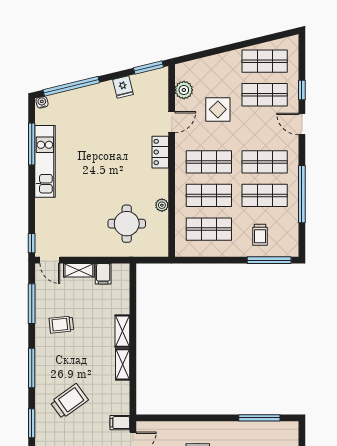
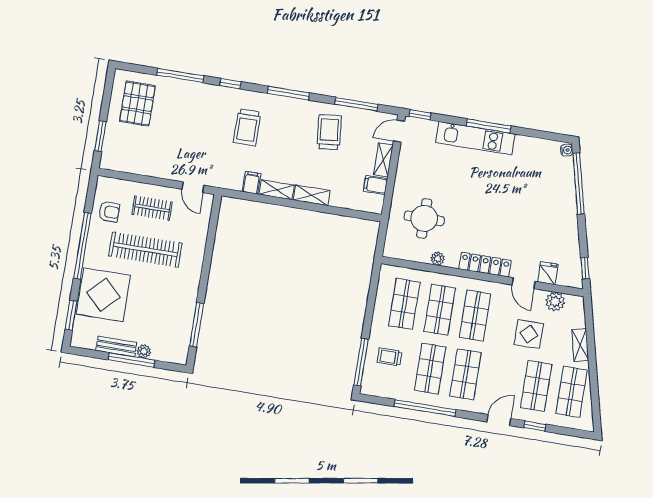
shelving: (220, 60) -> (580, 345), added
window: (148, 67) -> (585, 268), width x0.67
fridge: (123, 87) -> (548, 273), moved, turned 104
window: (32, 144) -> (489, 126), moved
locker: (160, 152) -> (485, 265), width x1.53
kitchen unit: (45, 161) -> (475, 138), moved
trolley: (61, 325) -> (329, 132), width x1.36, depth x1.39
trolley: (69, 401) -> (247, 127), turned 36
window: (32, 423) -> (230, 84), width x0.67
filing cabinet: (120, 423) -> (251, 183), moved

